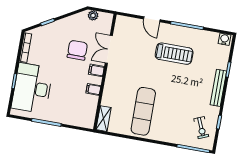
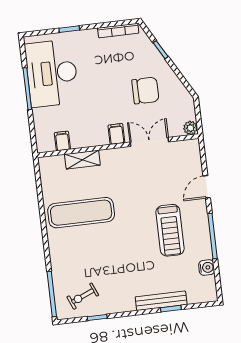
plant: (93, 15) -> (190, 128), moved
water cooler: (224, 39) -> (207, 268), moved
chair: (77, 50) -> (145, 91), moved
desk: (32, 88) -> (52, 73), moved, turned -90
bench: (218, 88) -> (161, 301), moved
filing cabinet: (93, 89) -> (62, 141), moved
shelving: (104, 119) -> (82, 160), moved

